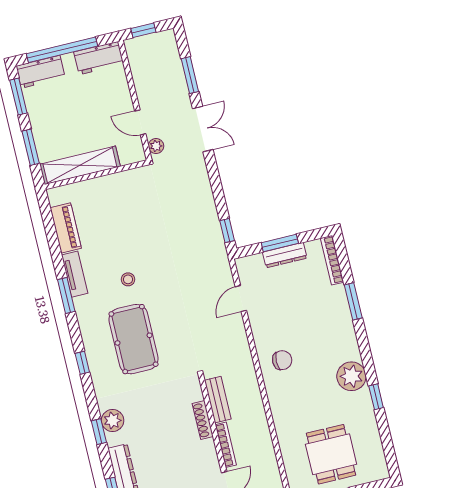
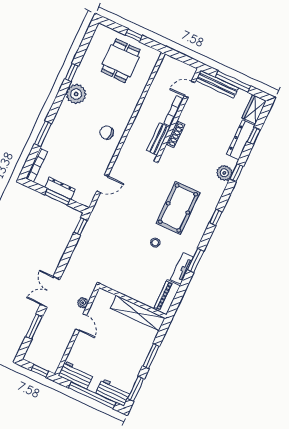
shelving: (80, 165) -> (138, 313), moved
wall: (96, 175) -> (133, 301), moved

